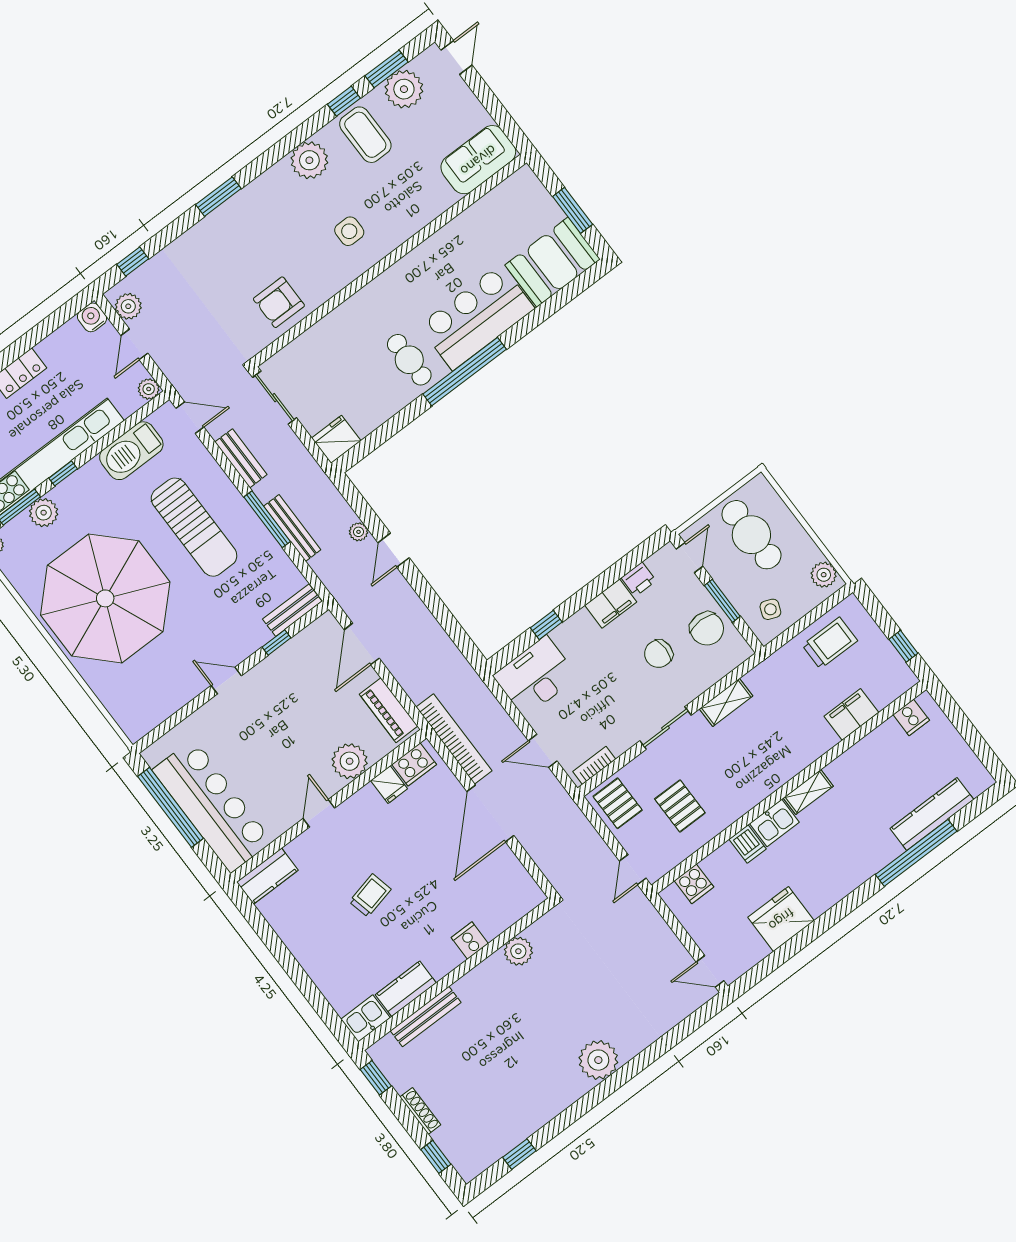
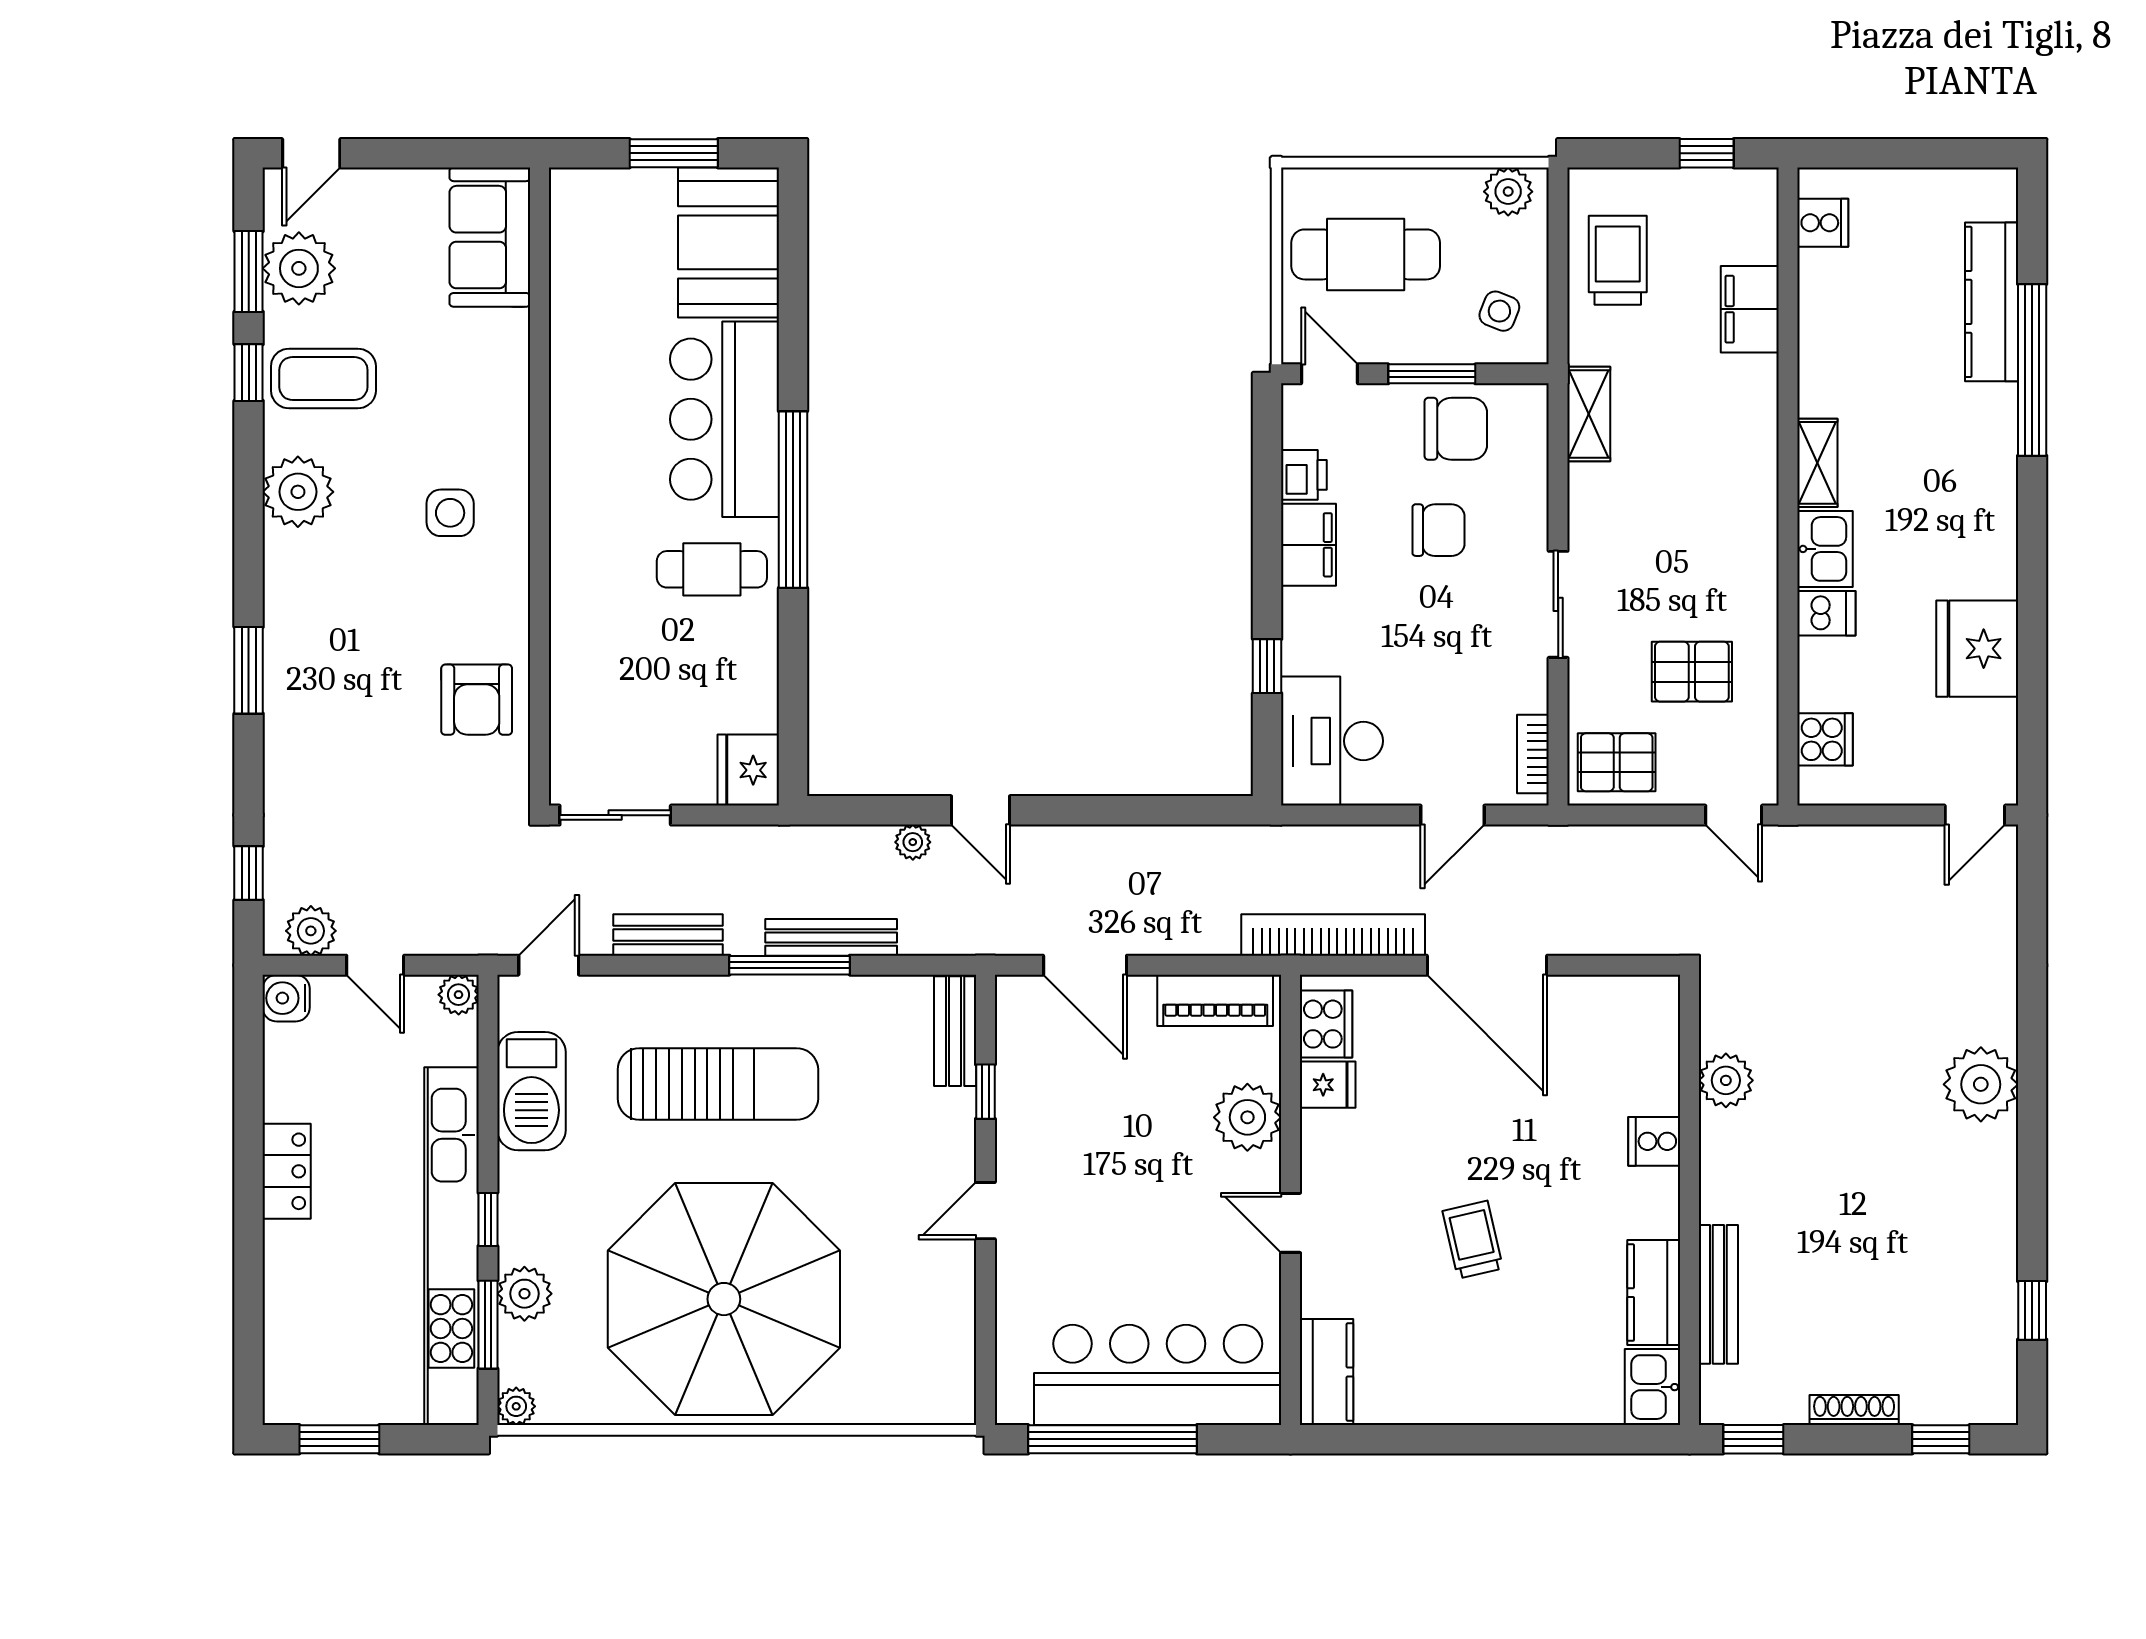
door: (457, 57) -> (311, 153), swing flipped
chair: (659, 654) -> (1439, 530), turned -90
shelving: (726, 702) -> (1589, 414), moved

